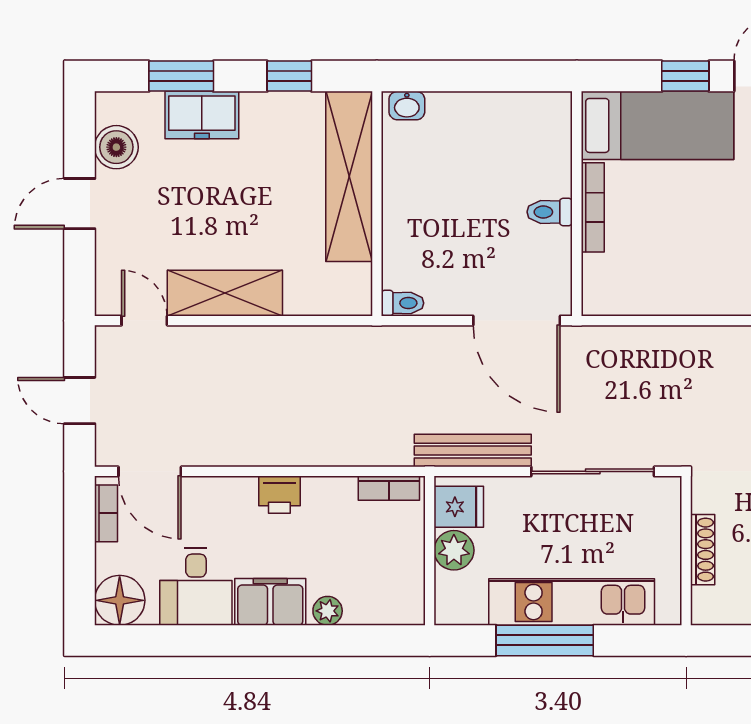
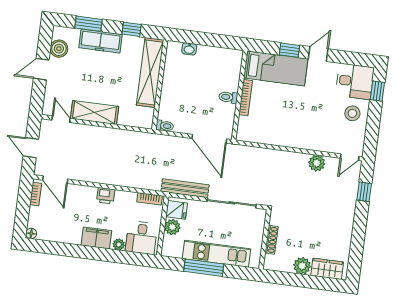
washbasin: (407, 106) -> (189, 49), moved
freezer: (202, 115) -> (101, 41), width x1.40
desk: (196, 587) -> (141, 238), moved
floor lamp: (120, 600) -> (31, 233), width x0.53, depth x0.53

